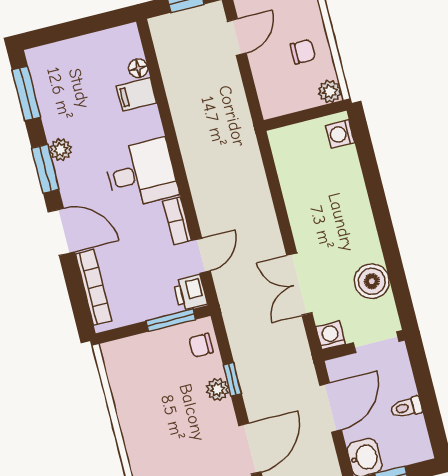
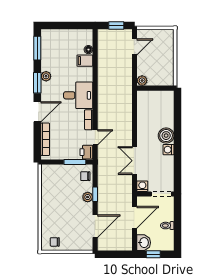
chair: (303, 52) -> (161, 60), removed
plant: (330, 91) -> (142, 81), moved
washing machine: (340, 134) -> (168, 150), moved
door: (61, 232) -> (37, 112), hinge flipped
boiler: (372, 281) -> (166, 136), moved

